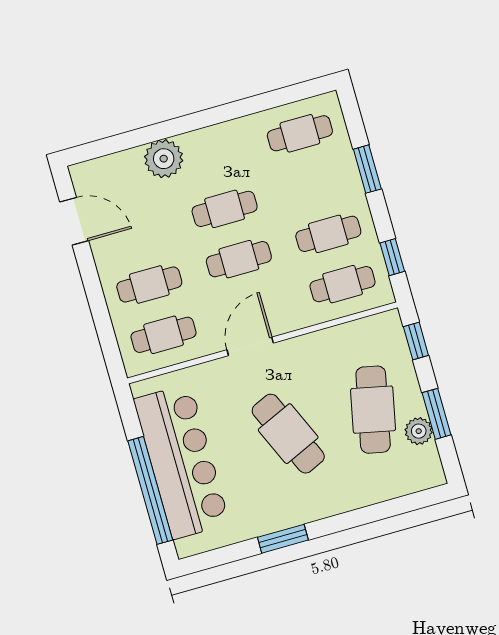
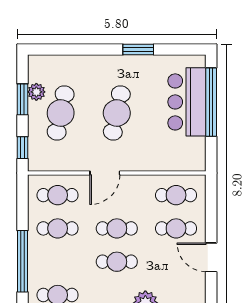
window: (367, 169) -> (22, 261), width x2.11
door: (74, 221) -> (211, 257), moved
window: (392, 257) -> (22, 203), removed
door: (250, 346) -> (105, 173), moved
cafe table: (288, 434) -> (117, 113), turned 36
bar counter: (182, 461) -> (187, 102), width x0.73

